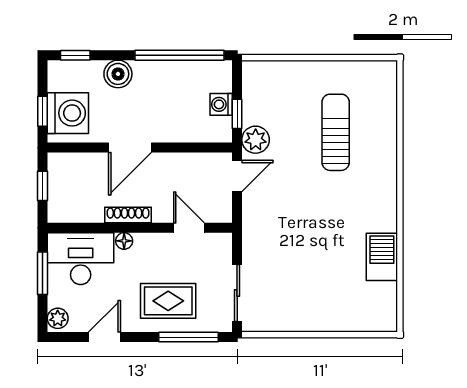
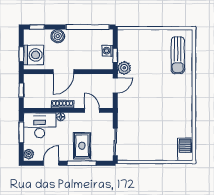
sun lounger: (336, 132) -> (178, 55), moved, turned 180
barbecue: (382, 257) -> (185, 149), moved
rug: (168, 301) -> (82, 146), turned 90
window: (188, 337) -> (82, 163), moved

